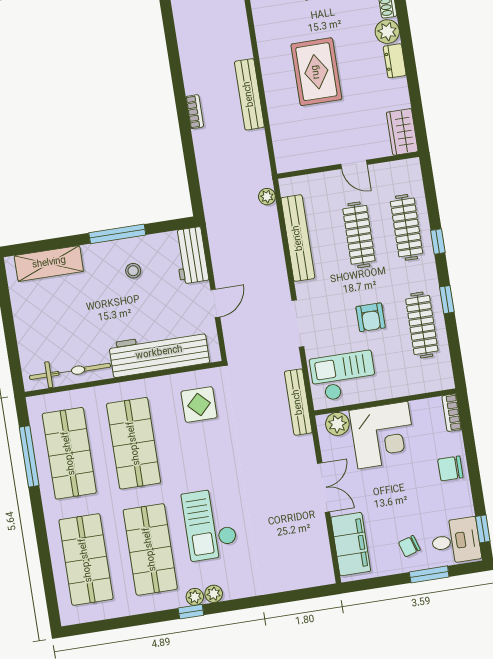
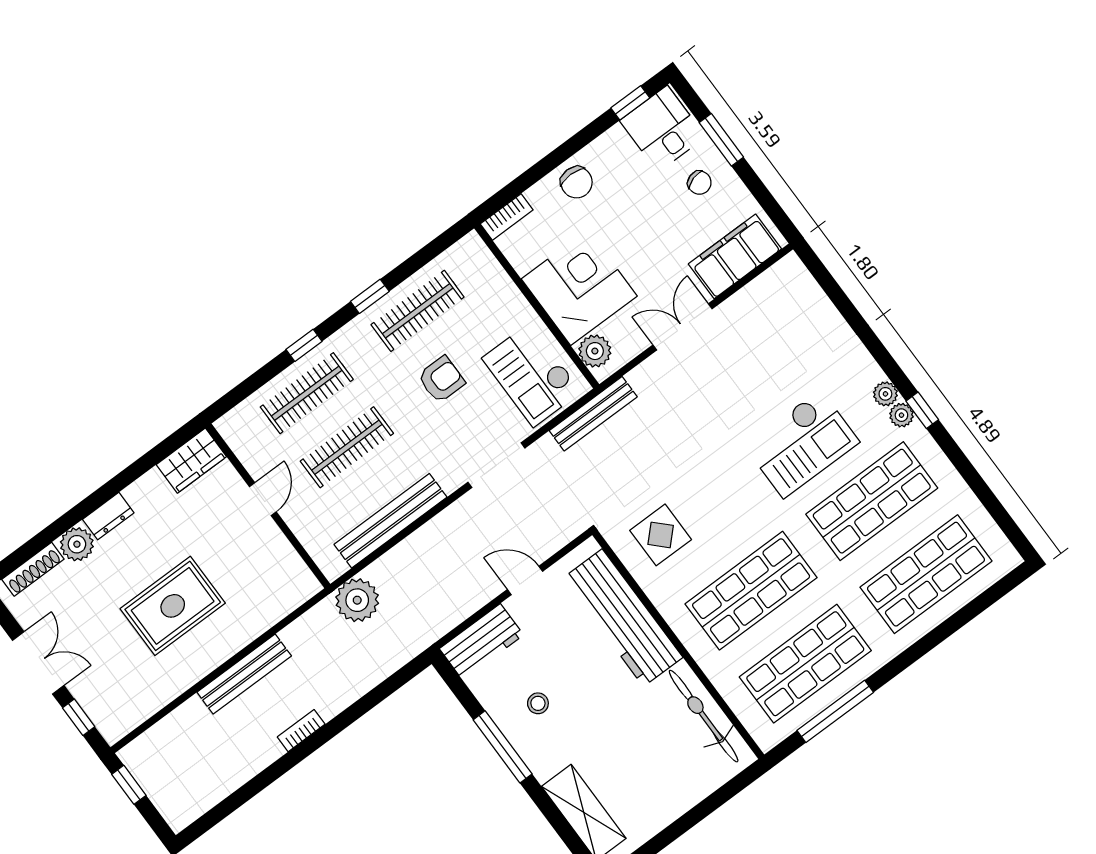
plant: (267, 197) -> (357, 600), width x1.87, depth x1.87

